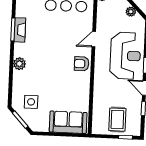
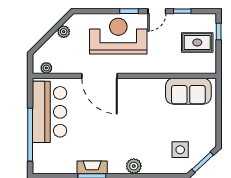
door: (94, 39) -> (100, 76), width x1.87
armchair: (82, 64) -> (131, 90), removed
sofa: (68, 122) -> (188, 91), moved, turned -90

